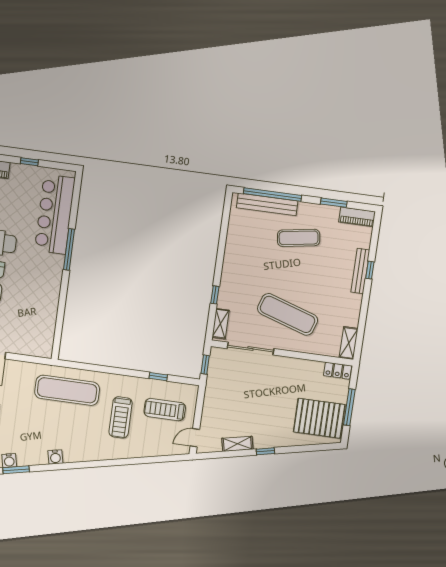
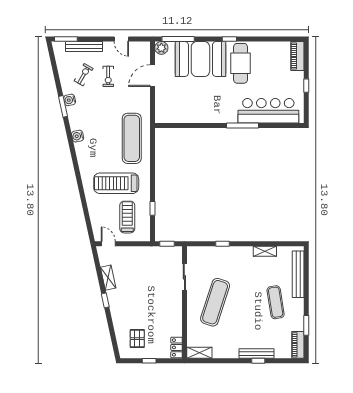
window: (272, 194) -> (306, 277), removed
shelving: (221, 324) -> (265, 251), moved
sliding door: (250, 349) -> (184, 277), width x0.73
window: (349, 407) -> (149, 361), width x0.46
treadmill: (121, 417) -> (116, 183), width x1.37, depth x1.38
pallet: (319, 418) -> (137, 339), width x0.49, depth x0.50

